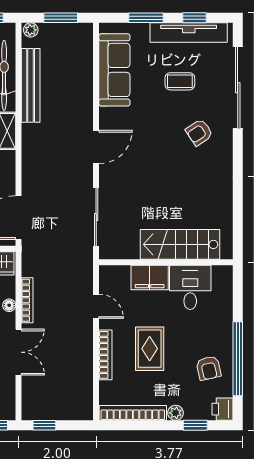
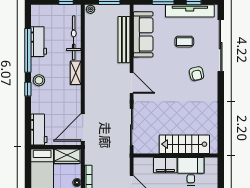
bench: (31, 85) -> (124, 40), moved
armchair: (199, 132) -> (196, 74), turned -69
door: (96, 147) -> (132, 83), hinge flipped

